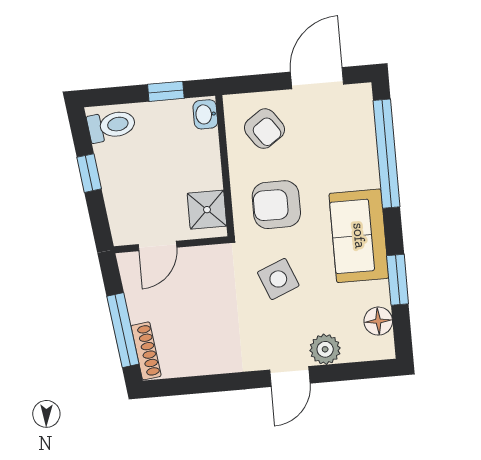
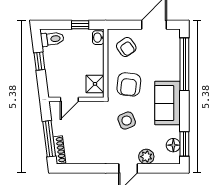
armchair: (276, 205) -> (129, 84), turned -84
window: (398, 280) -> (184, 144), moved

